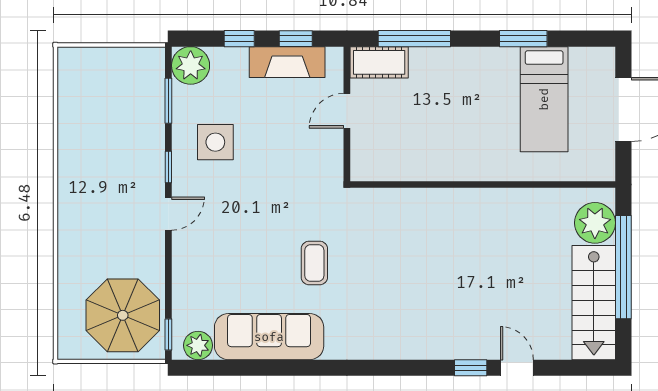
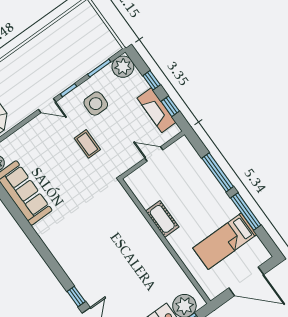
window: (414, 39) -> (218, 172), moved
window: (523, 39) -> (246, 211), width x1.44
cot: (379, 62) -> (162, 219), moved
coffee table: (314, 263) -> (87, 144), moved, turned 90

